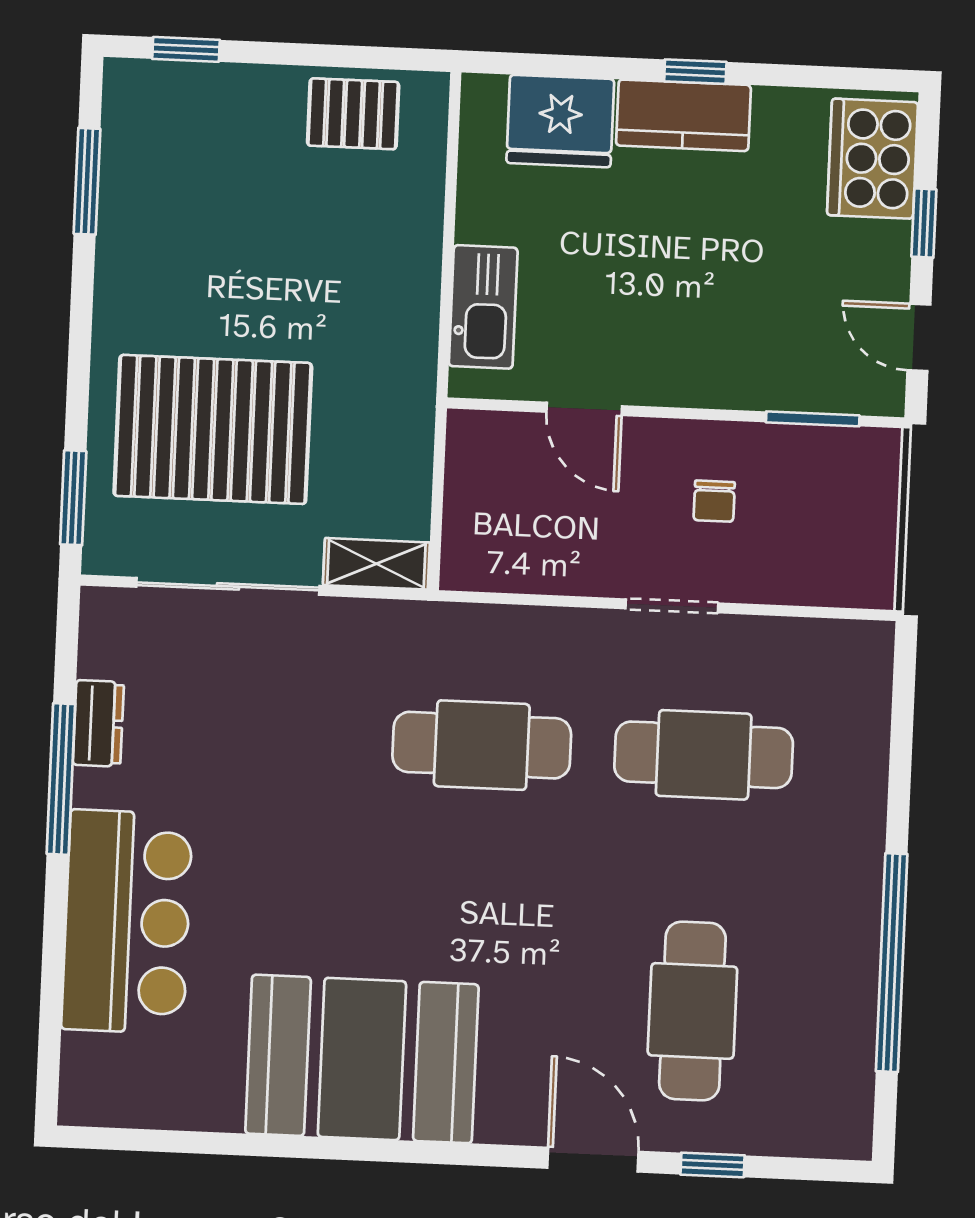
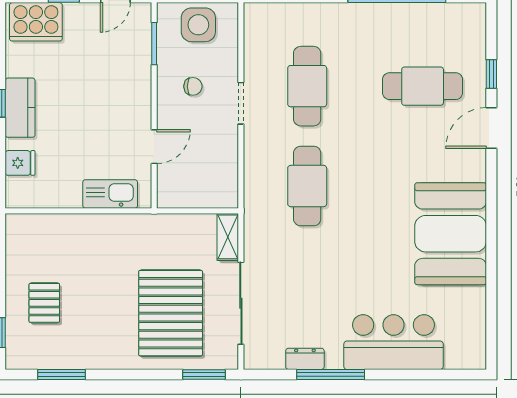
pallet: (353, 114) -> (44, 303), moved
fridge: (560, 121) -> (20, 163), width x0.53, depth x0.75
side table: (850, 519) -> (198, 25), added

